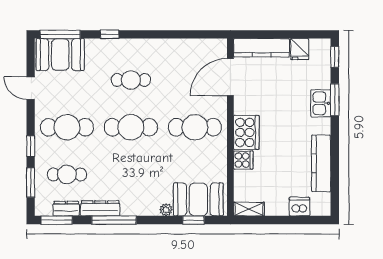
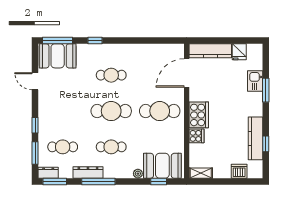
window: (335, 57) -> (266, 144), moved
kitchen sink: (321, 103) -> (255, 81), moved
cafe table: (67, 127) -> (111, 147), moved, width x0.73, depth x0.74
dresser: (66, 209) -> (48, 173), moved

